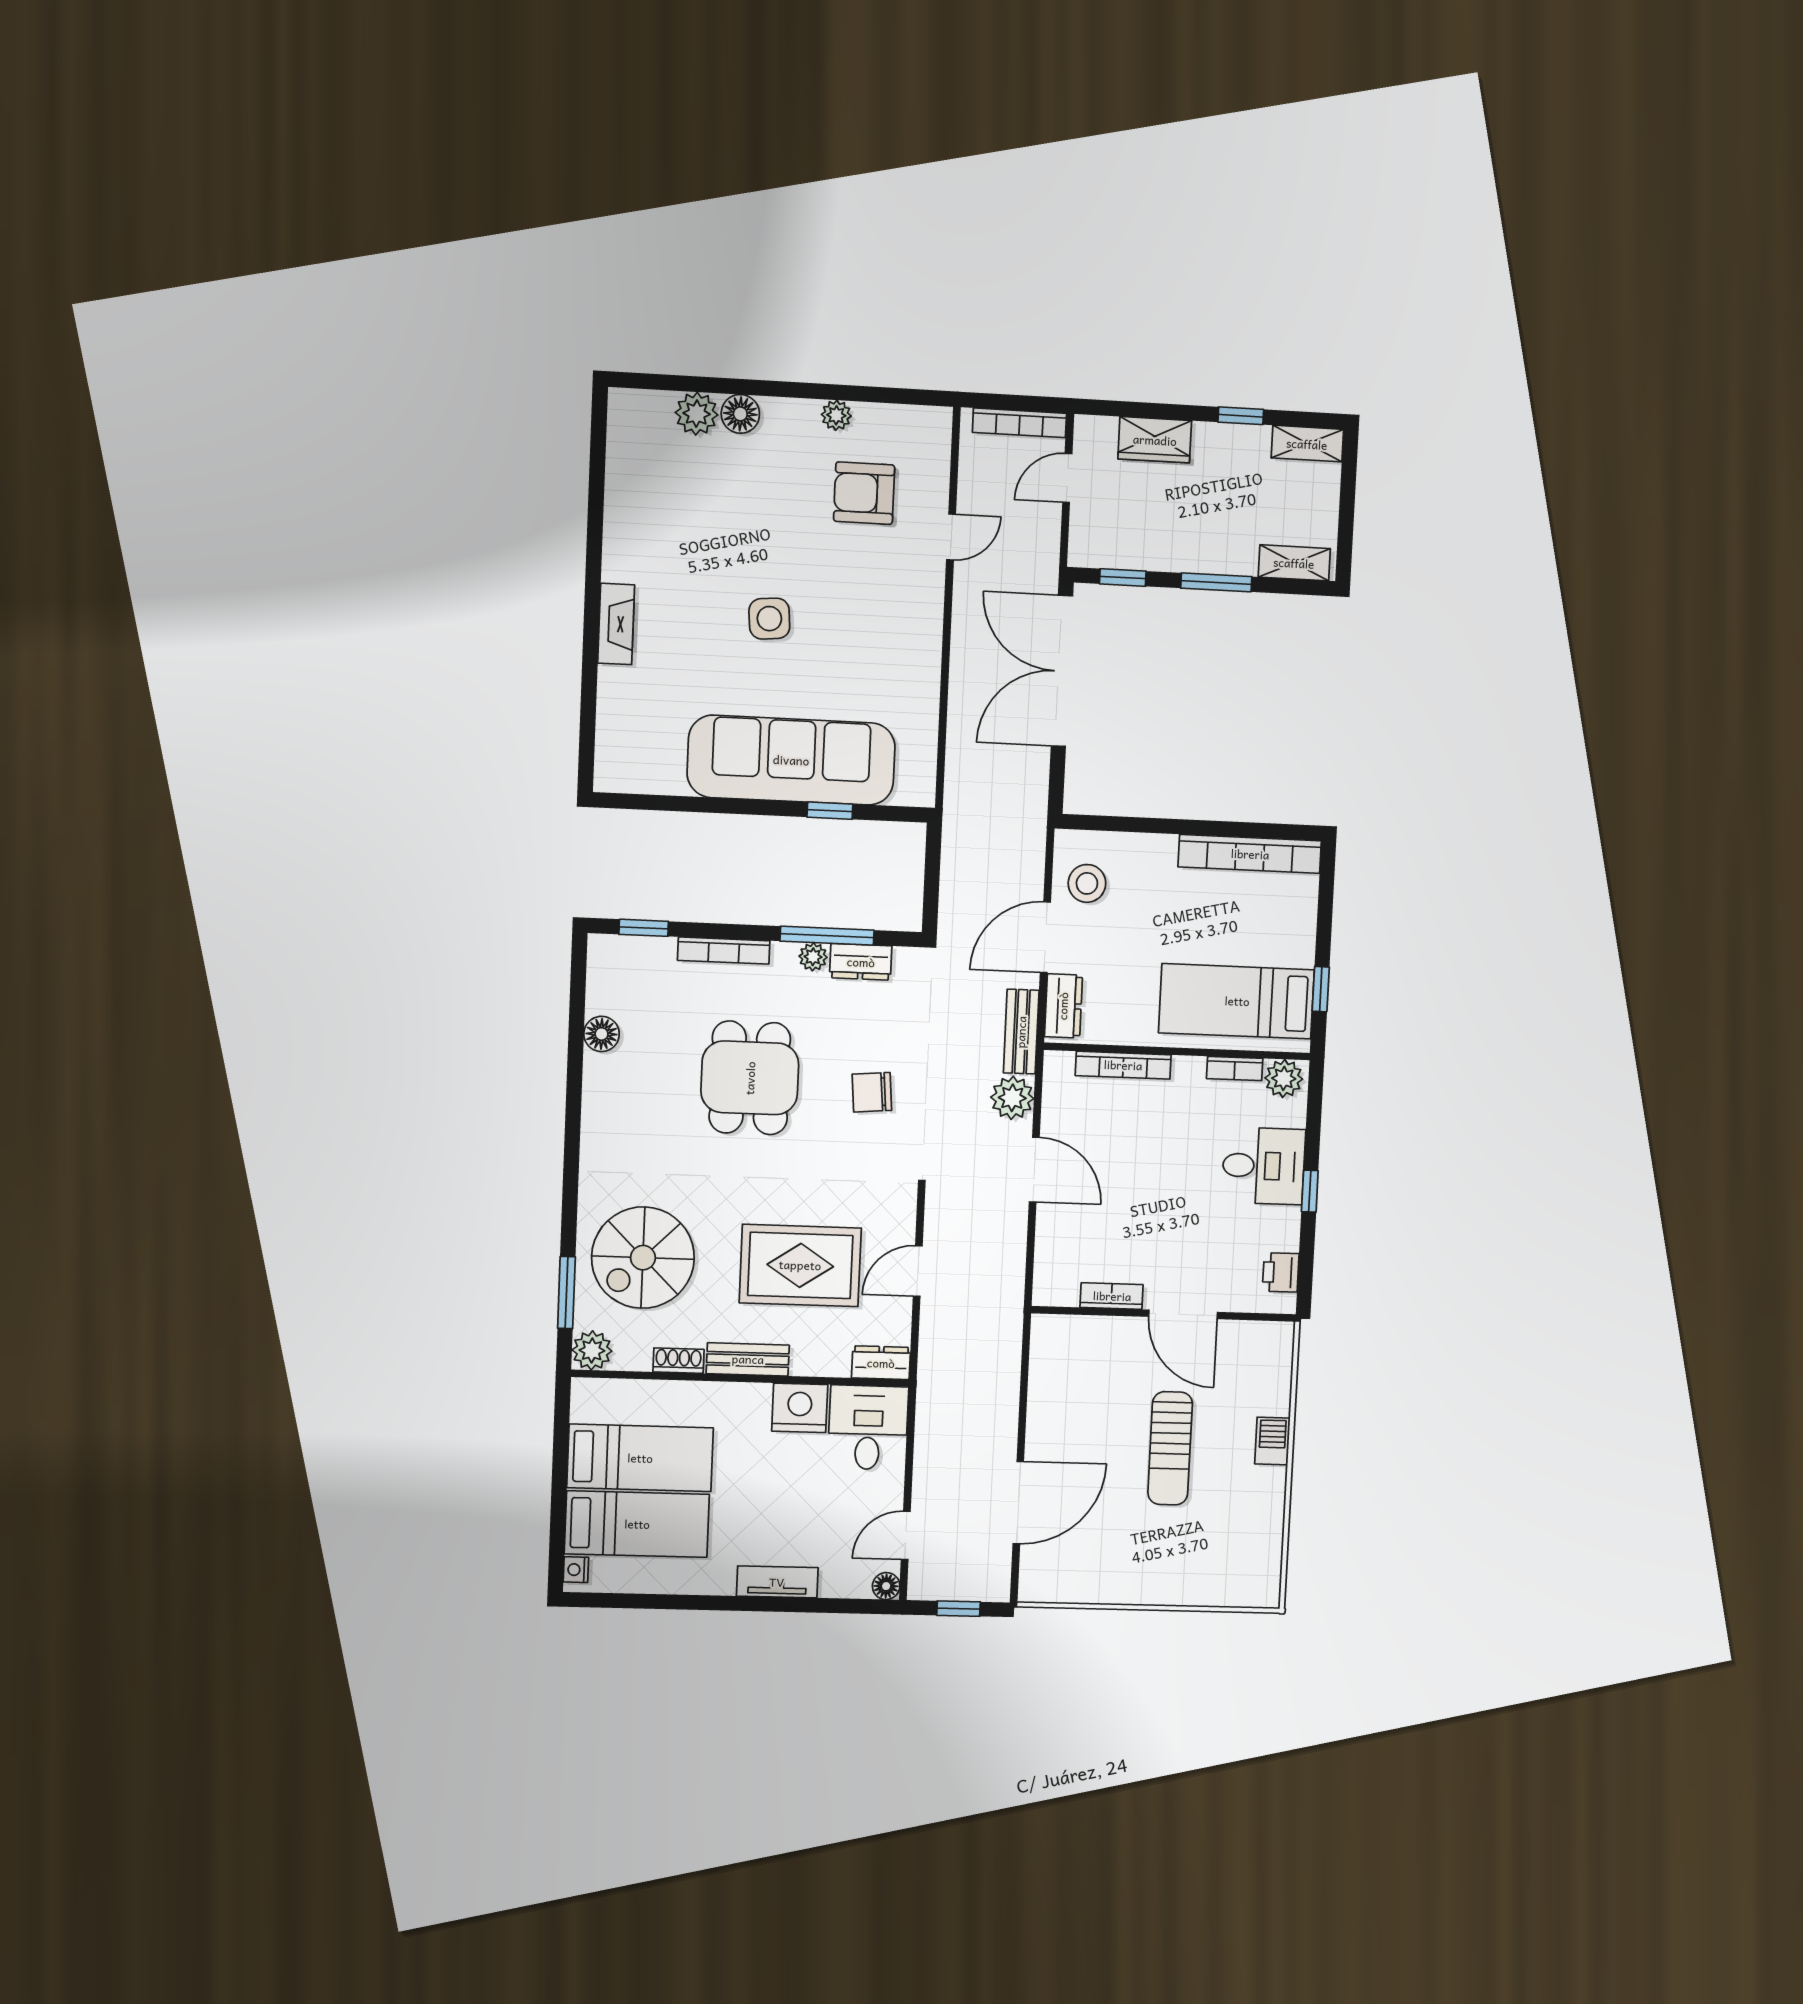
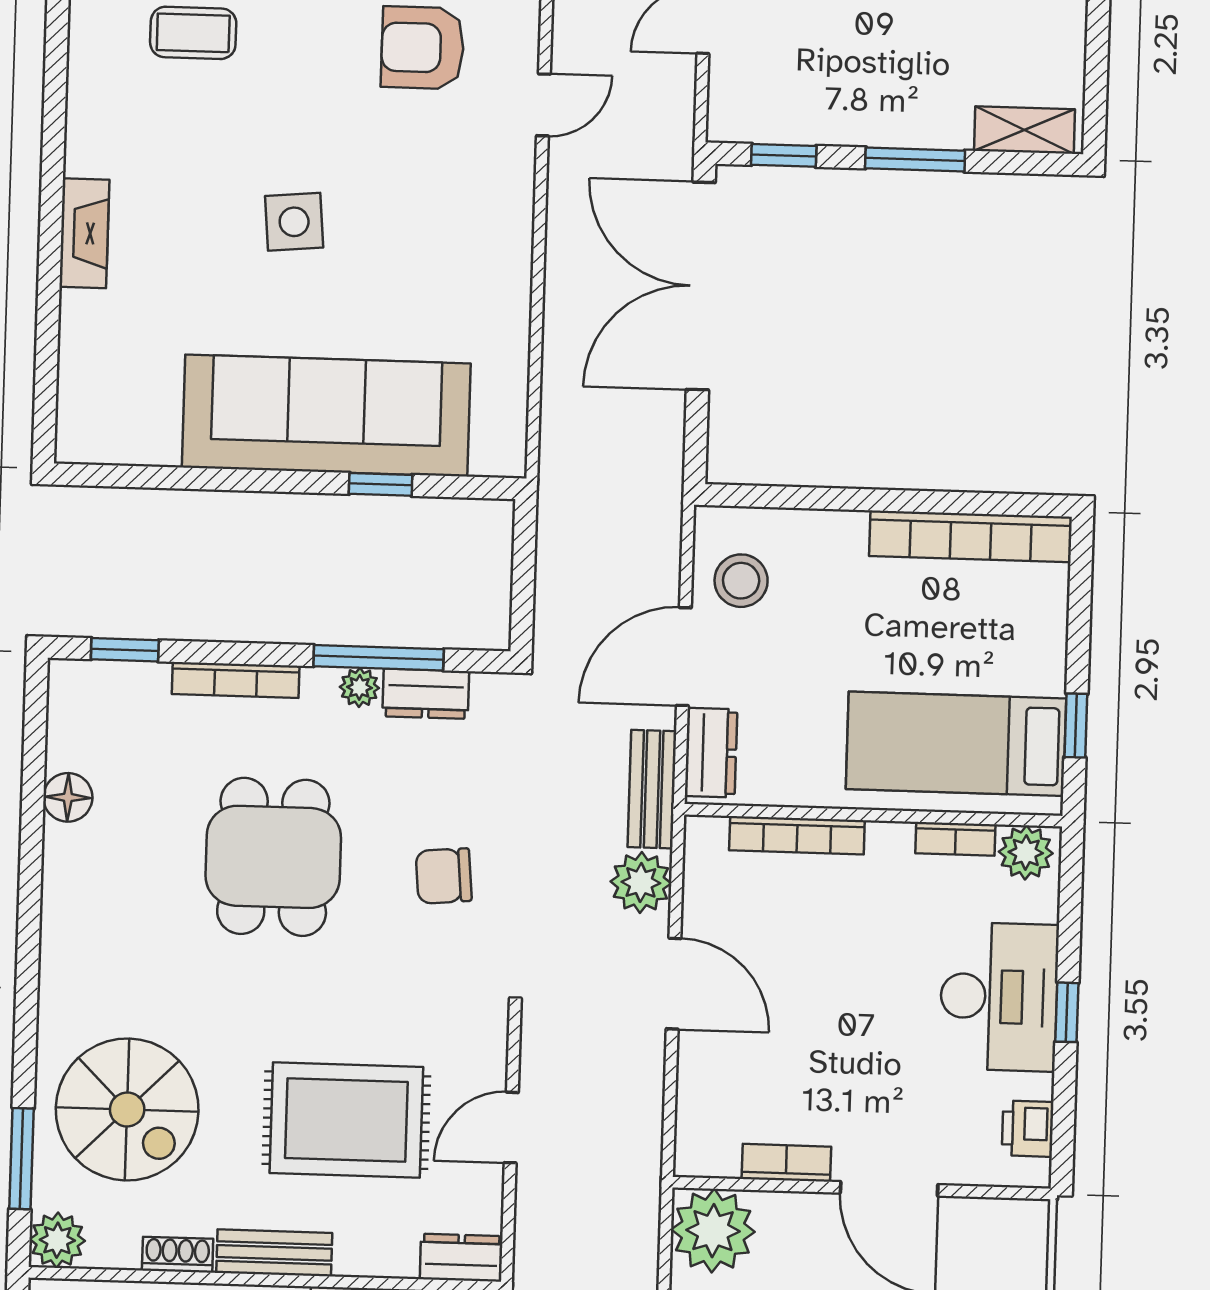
coffee table: (697, 478) -> (193, 33), added
desk: (1263, 1166) -> (999, 997), width x1.37
spiral stairs: (643, 1258) -> (127, 1109), turned -90
plant: (1059, 1344) -> (713, 1231), added

